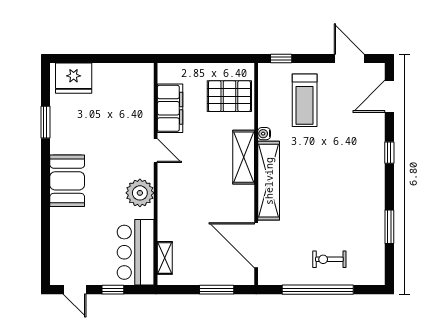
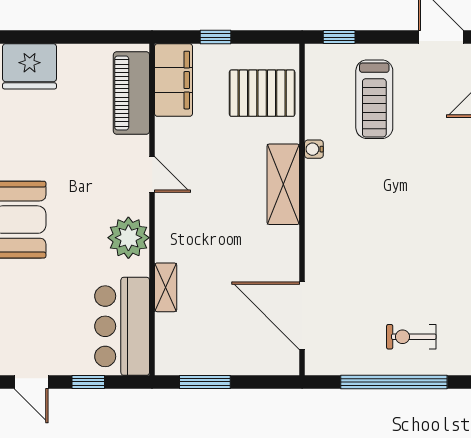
window: (198, 59) -> (216, 37), added
piano: (142, 96) -> (131, 93), added
filing cabinet: (170, 108) -> (174, 80), moved
shelving: (269, 181) -> (321, 219), removed
shelving: (165, 258) -> (166, 287), moved
window: (217, 290) -> (205, 382), moved

